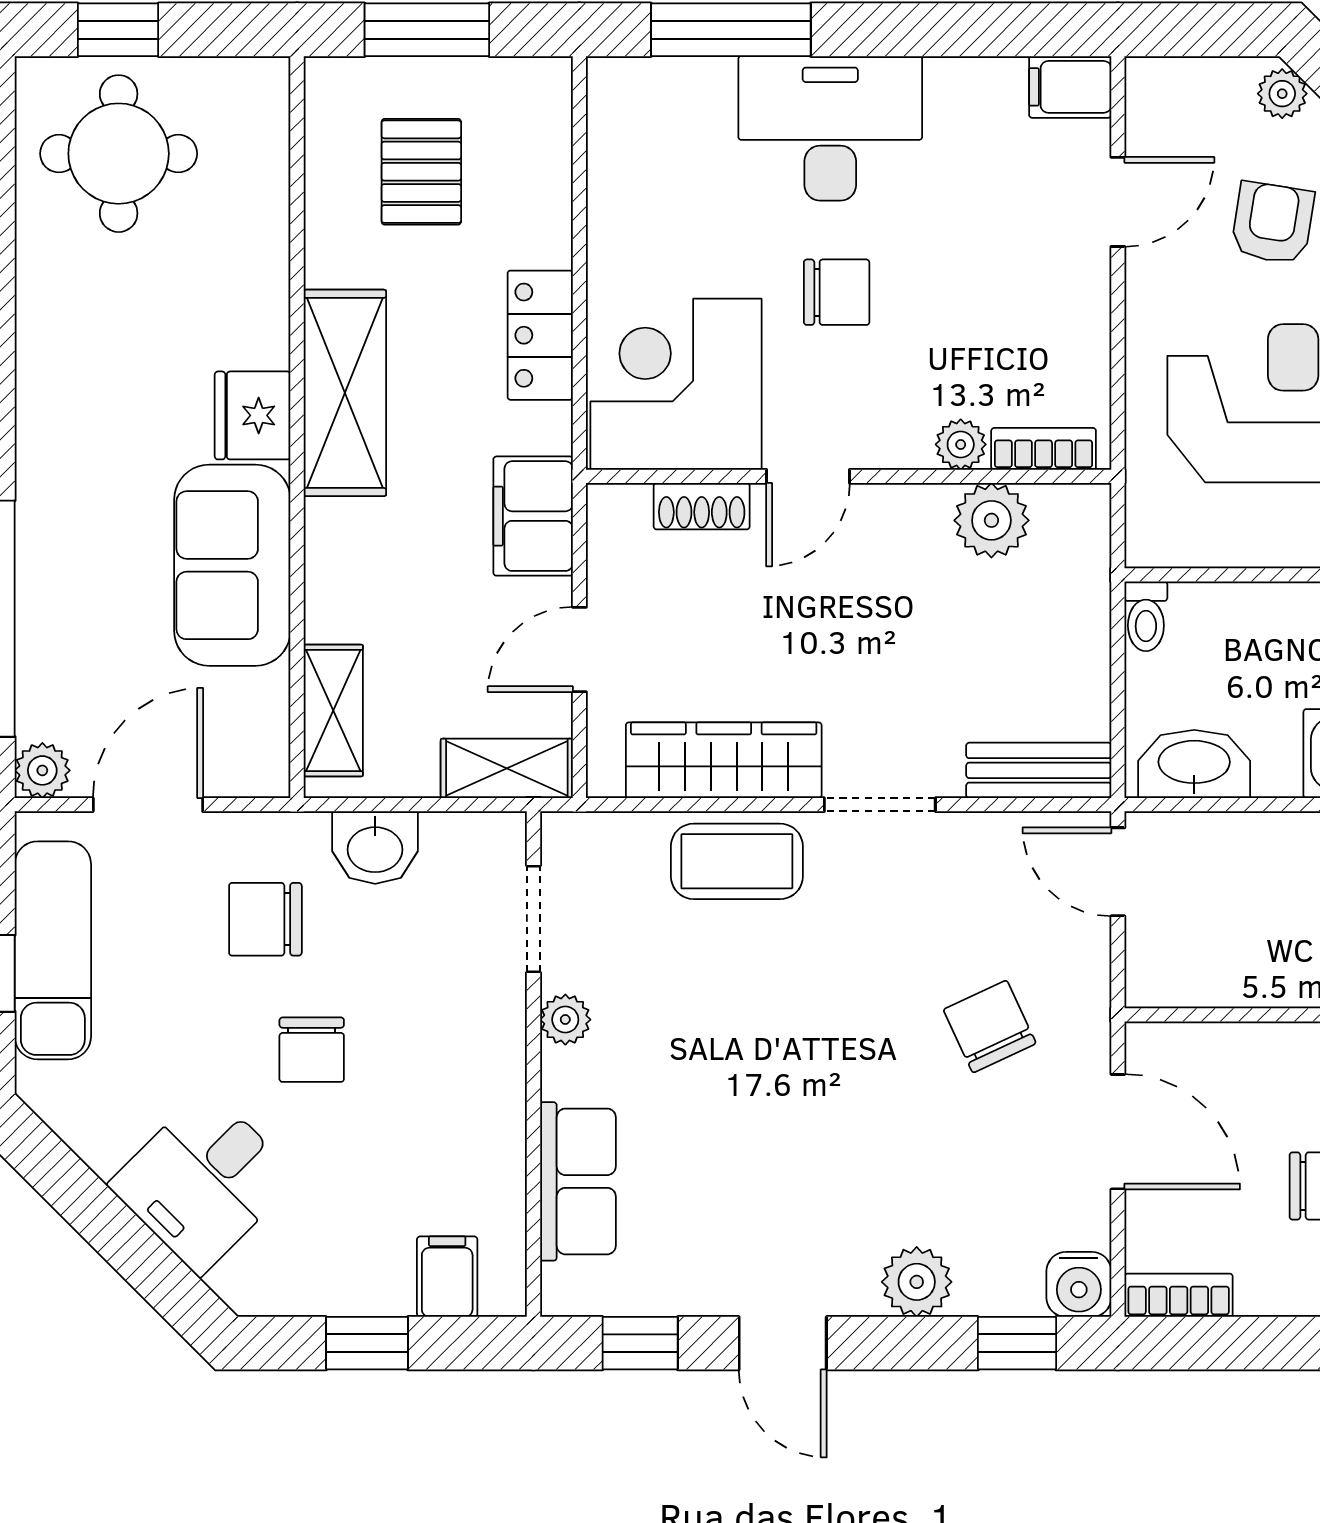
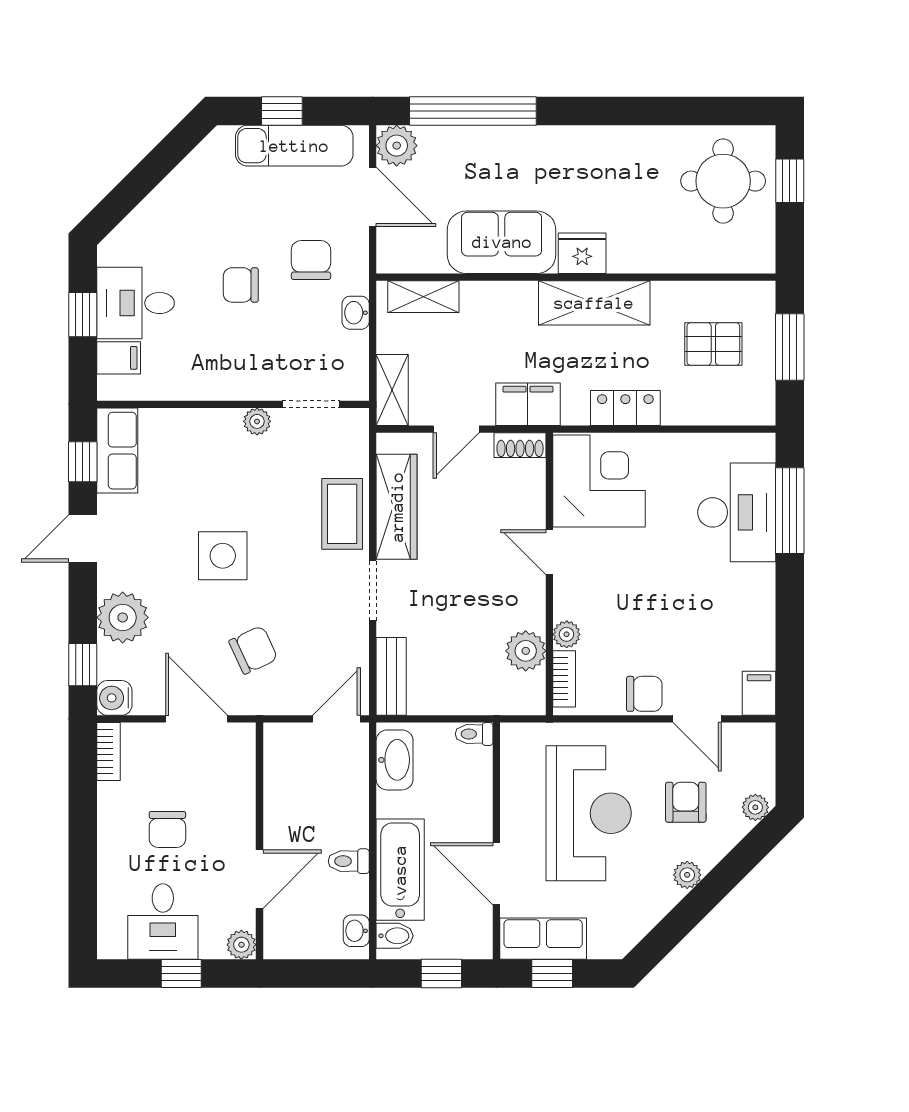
desk: (830, 128) -> (737, 512), moved
armchair: (1273, 223) -> (686, 802), turned -99
chair: (837, 292) -> (644, 694), moved, turned -90
shoe rack: (702, 506) -> (520, 445), moved, turned -90
door: (579, 650) -> (456, 429), swing flipped
plant: (42, 770) -> (397, 146), width x1.38, depth x1.38
washbasin: (375, 848) -> (356, 313), width x0.72, depth x0.69
side table: (815, 1083) -> (223, 556), added
door: (1118, 1132) -> (197, 719), swing flipped
desk: (203, 1181) -> (136, 303), moved, turned -45
row of seats: (578, 1181) -> (117, 451), moved, turned -90
plant: (917, 1282) -> (123, 617), width x1.36, depth x1.36

